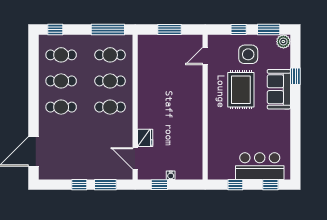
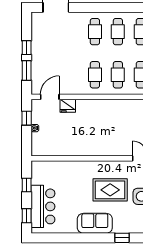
sofa: (279, 89) -> (95, 223), moved

